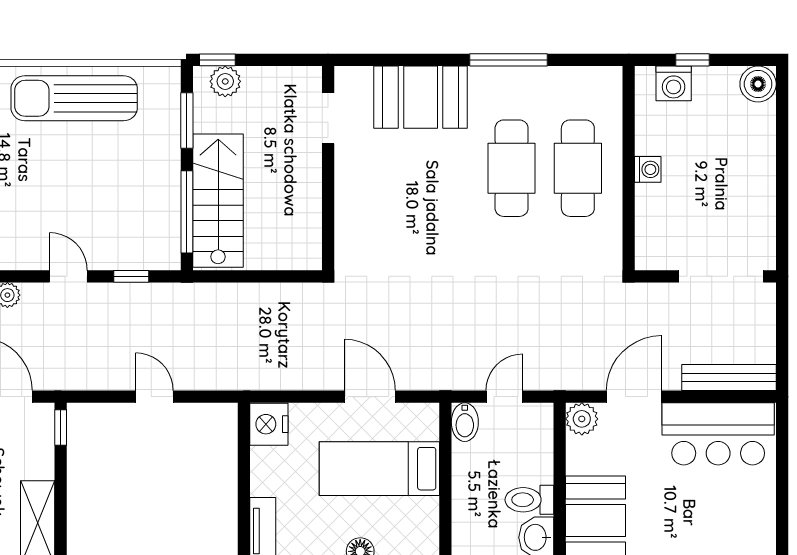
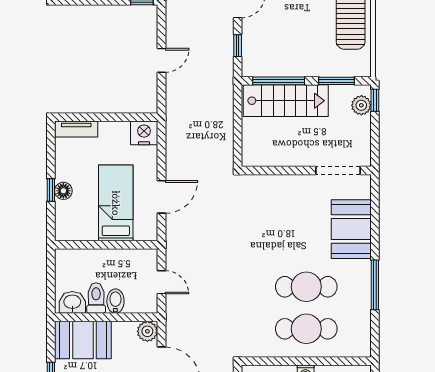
doorway: (328, 118) -> (338, 170), width x1.38
bidet: (465, 422) -> (115, 301), moved, turned 90

